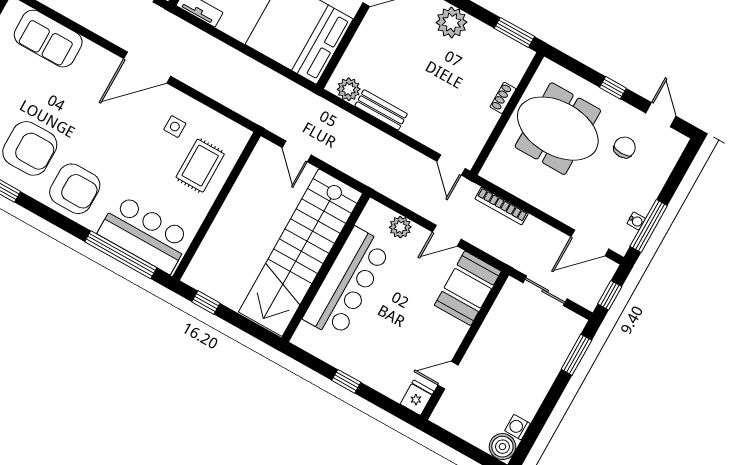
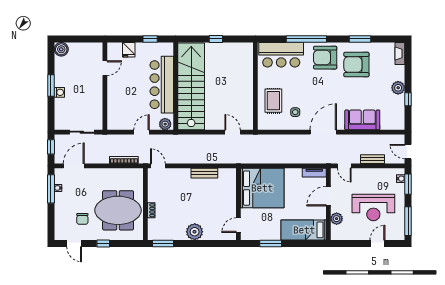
sofa: (48, 39) -> (362, 120), moved
plant: (349, 89) -> (225, 174), removed
stairs: (300, 253) -> (191, 86), moved
window: (121, 255) -> (306, 39), moved
wall: (326, 268) -> (176, 86), moved
bar counter: (347, 283) -> (162, 85), moved
booth: (468, 288) -> (118, 113), removed
window: (206, 303) -> (216, 39), moved
window: (576, 355) -> (51, 86), moved
fridge: (417, 398) -> (129, 50), moved
washing machine: (518, 427) -> (59, 92), moved

